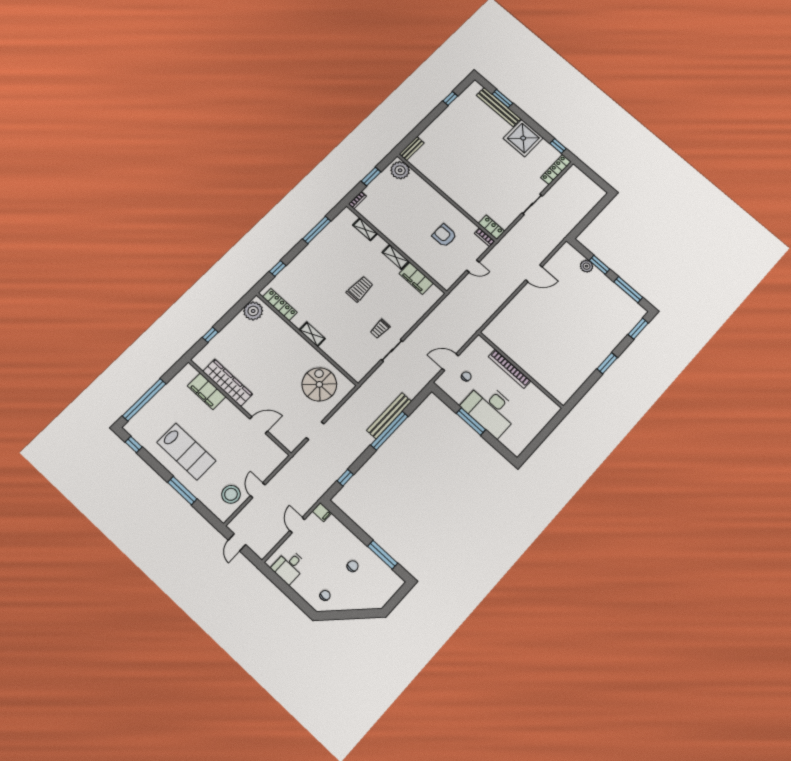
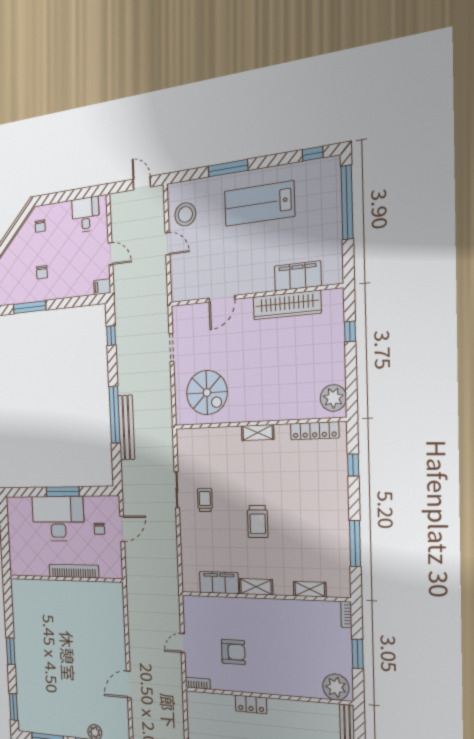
locker: (491, 227) -> (251, 704), moved

